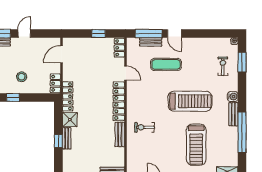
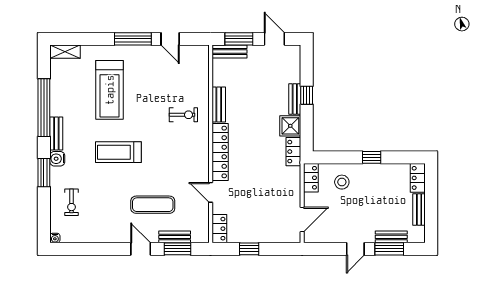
window: (149, 34) -> (177, 249), width x0.69
window: (242, 62) -> (44, 173), moved
stool: (22, 77) -> (342, 182), moved
locker: (68, 96) -> (293, 152), width x0.66
treadmill: (190, 101) -> (118, 152), width x0.73, depth x0.73
treadmill: (196, 145) -> (110, 90), turned 180

